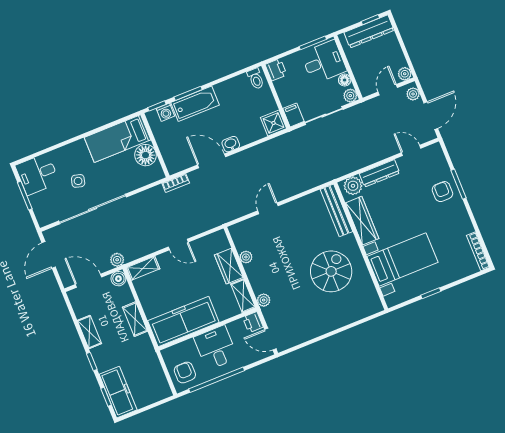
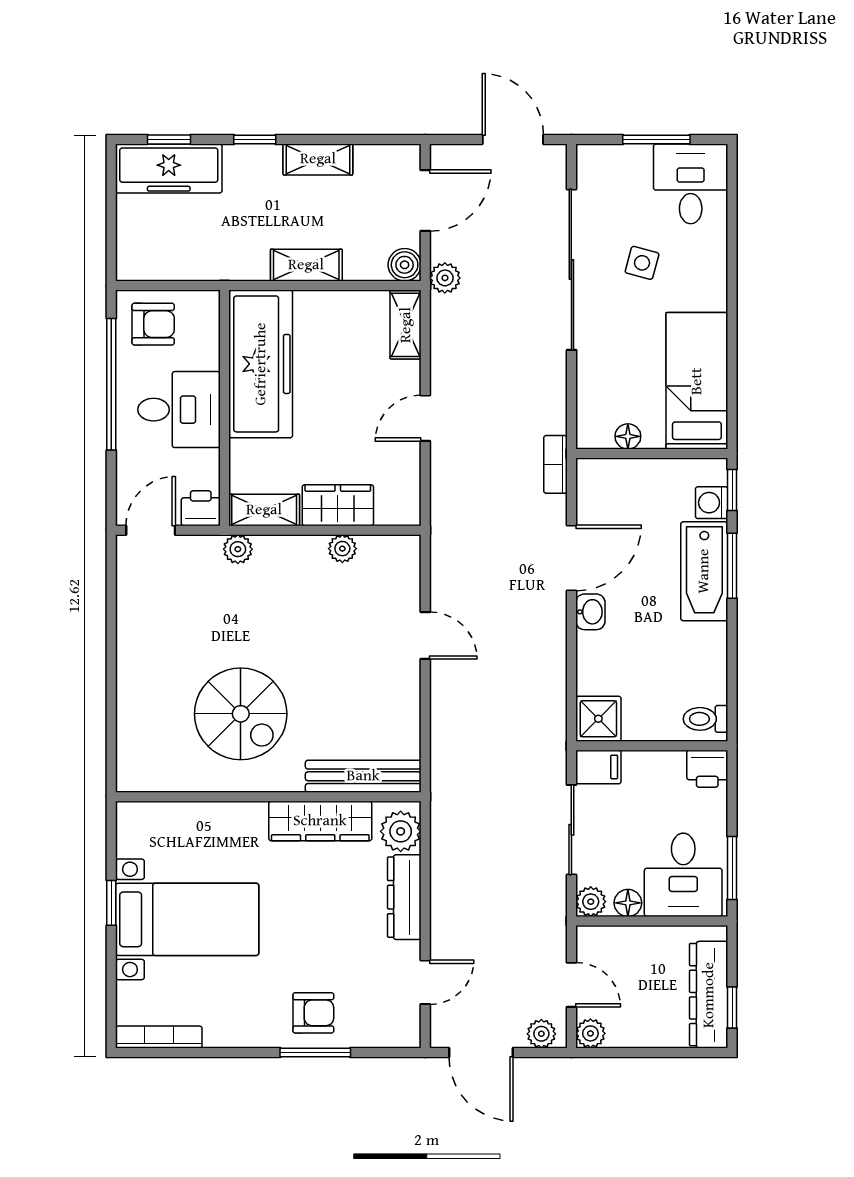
floor lamp: (145, 155) -> (628, 436), width x0.53, depth x0.53
bed with nightstands: (403, 259) -> (187, 919), moved, turned -90

